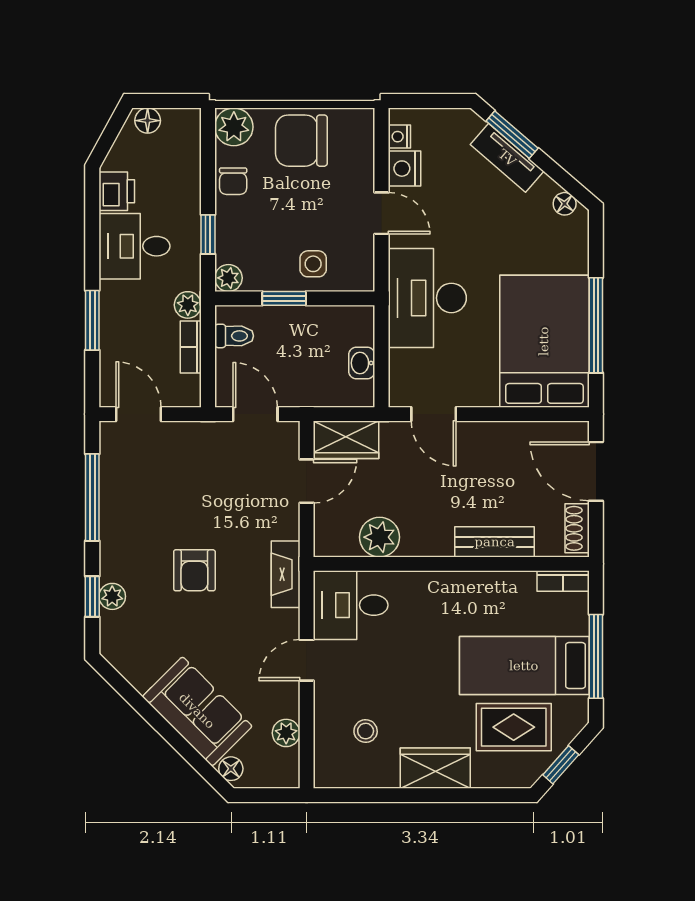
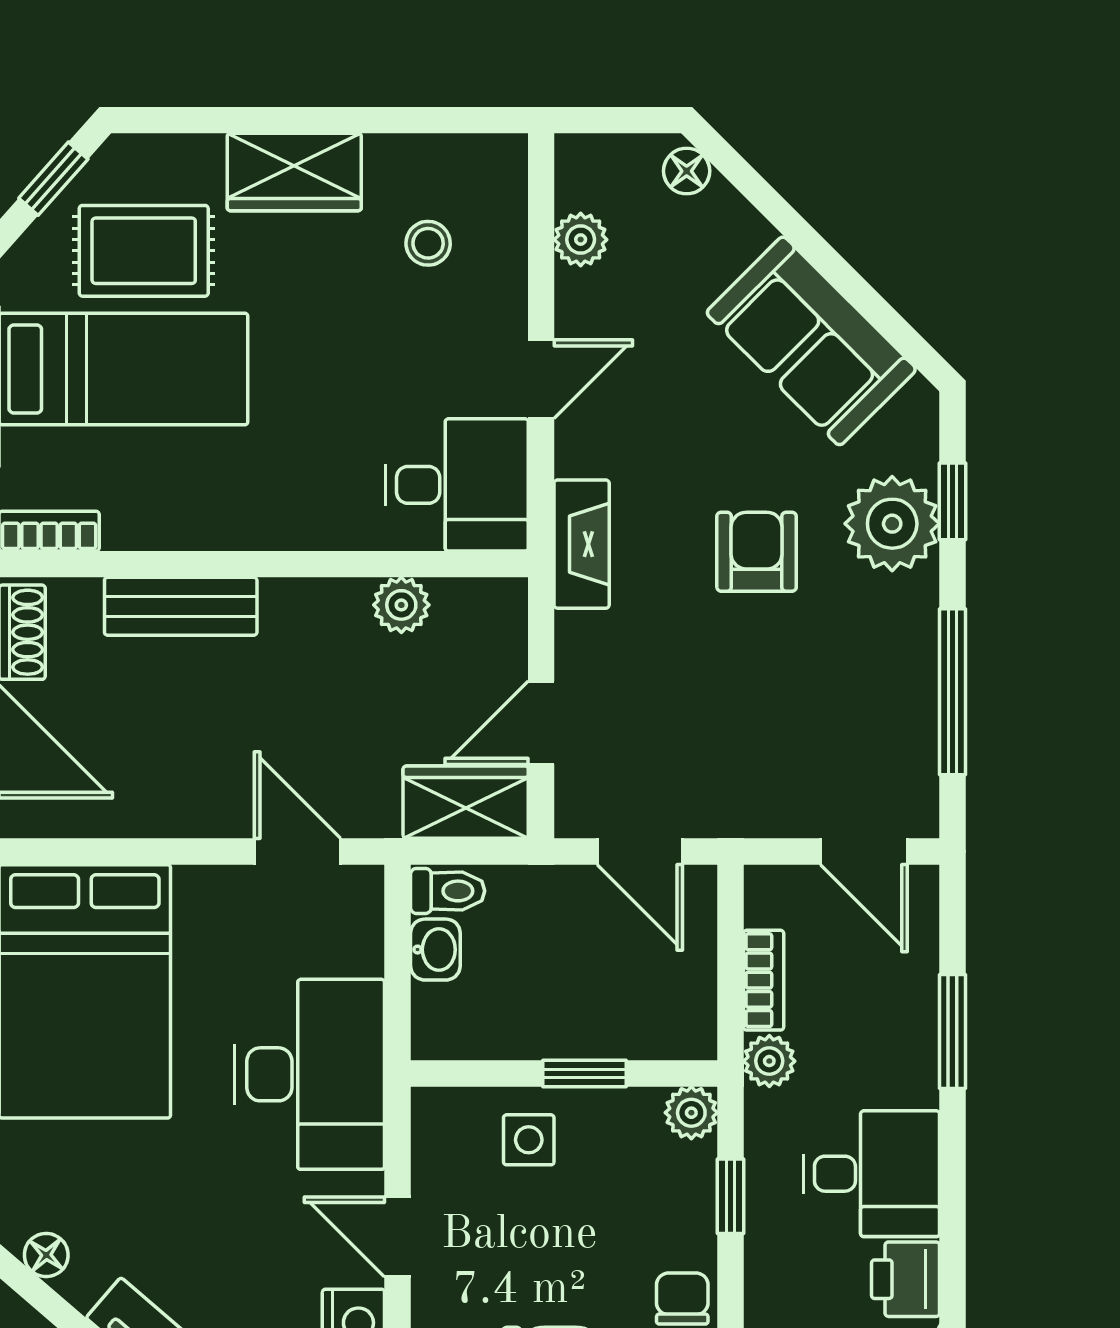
toilet: (234, 336) -> (448, 891), moved, turned 180
plant: (380, 537) -> (401, 605), width x0.73, depth x0.73
plant: (112, 596) -> (892, 524), width x1.88, depth x1.88
sofa: (197, 711) -> (811, 341), moved

